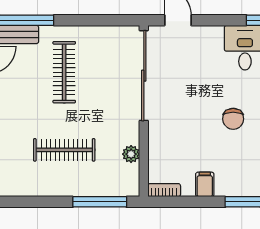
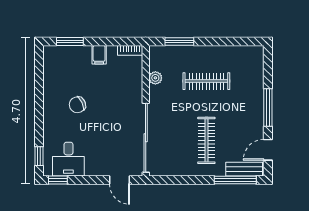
chair: (233, 119) -> (77, 105), turned -115
window: (100, 202) -> (179, 41), width x0.69

